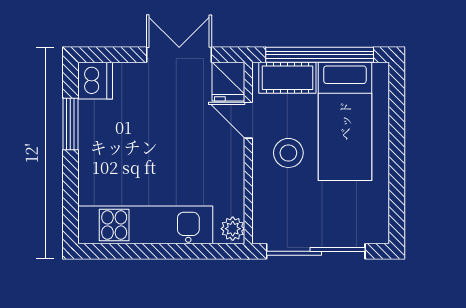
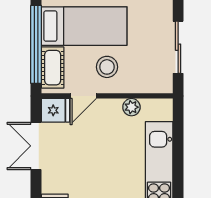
plant: (233, 229) -> (131, 107), moved
sliding door: (316, 251) -> (178, 47), width x0.73

